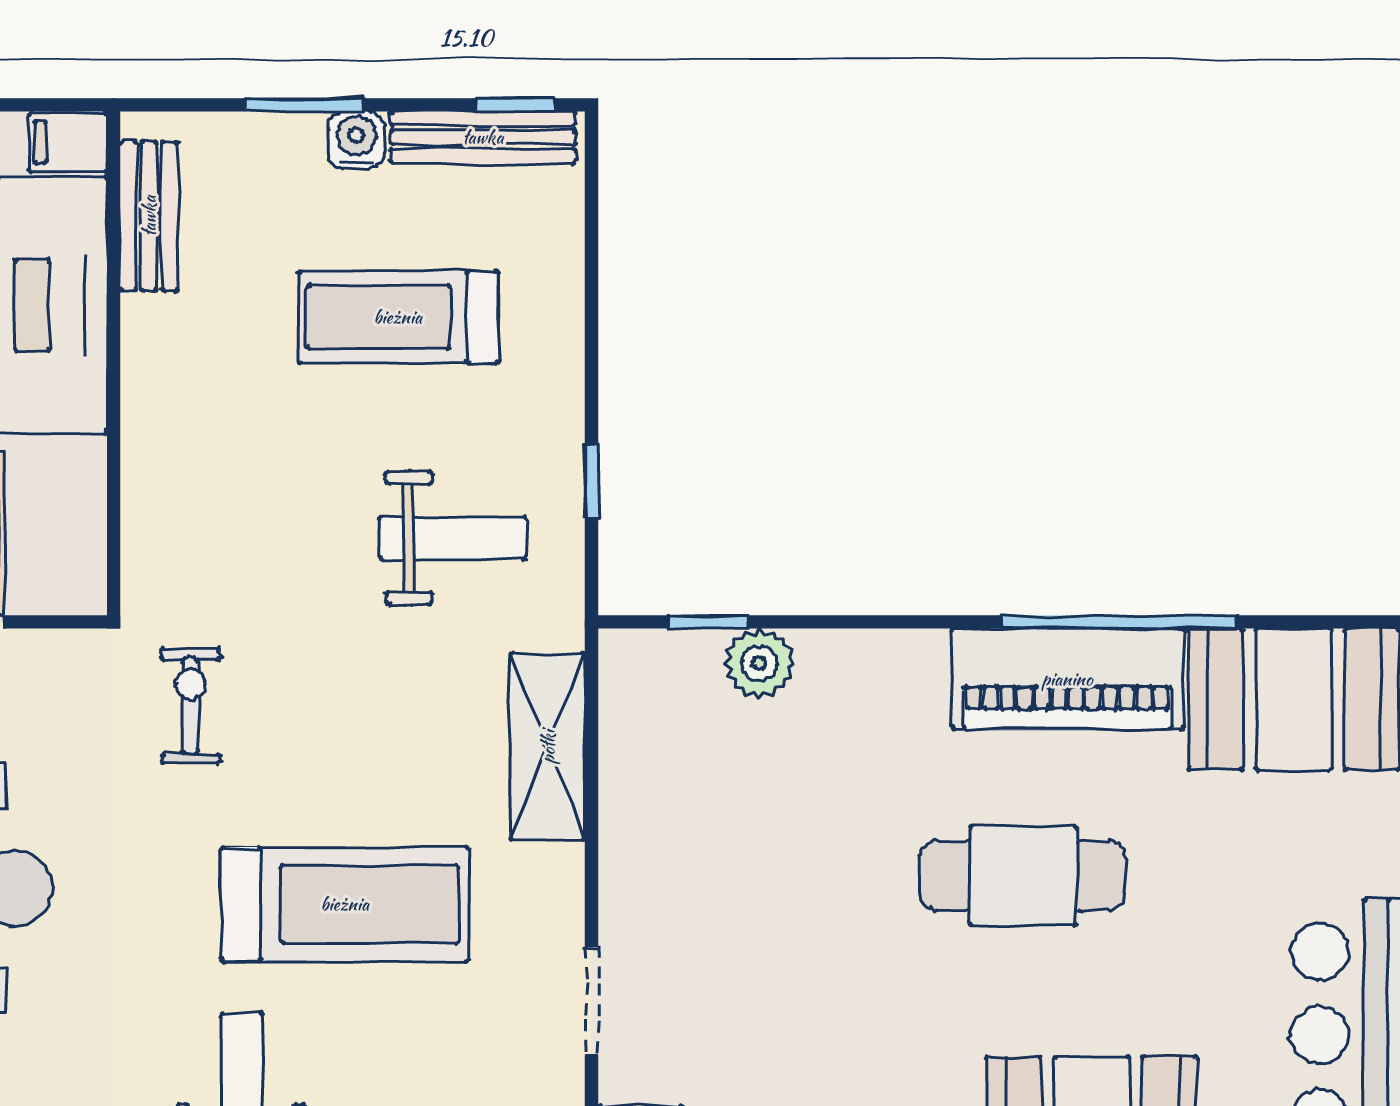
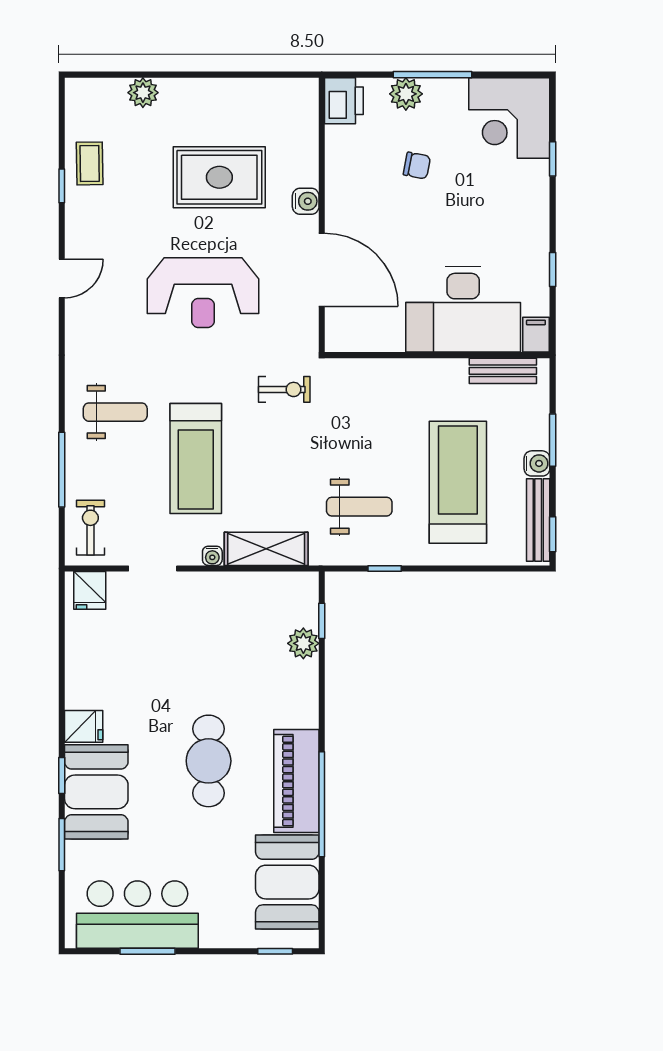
treadmill: (398, 317) -> (458, 482), width x1.37, depth x1.38
weight bench: (453, 538) -> (359, 507), turned -90
water cooler: (563, 867) -> (212, 556), added

